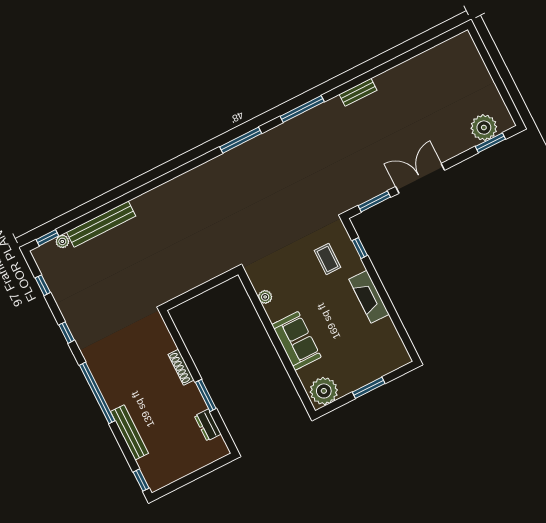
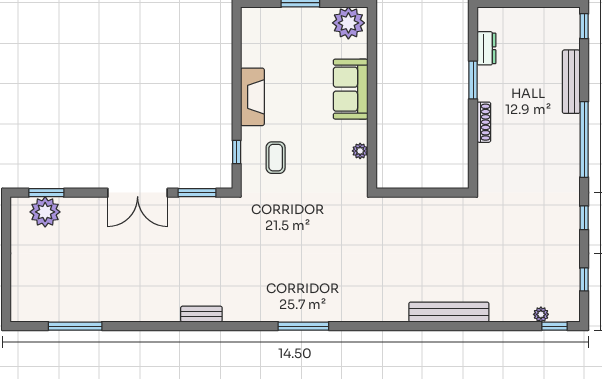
bench: (358, 92) -> (201, 314), moved
window: (302, 109) -> (75, 326), moved
bench: (101, 224) -> (449, 312), moved

